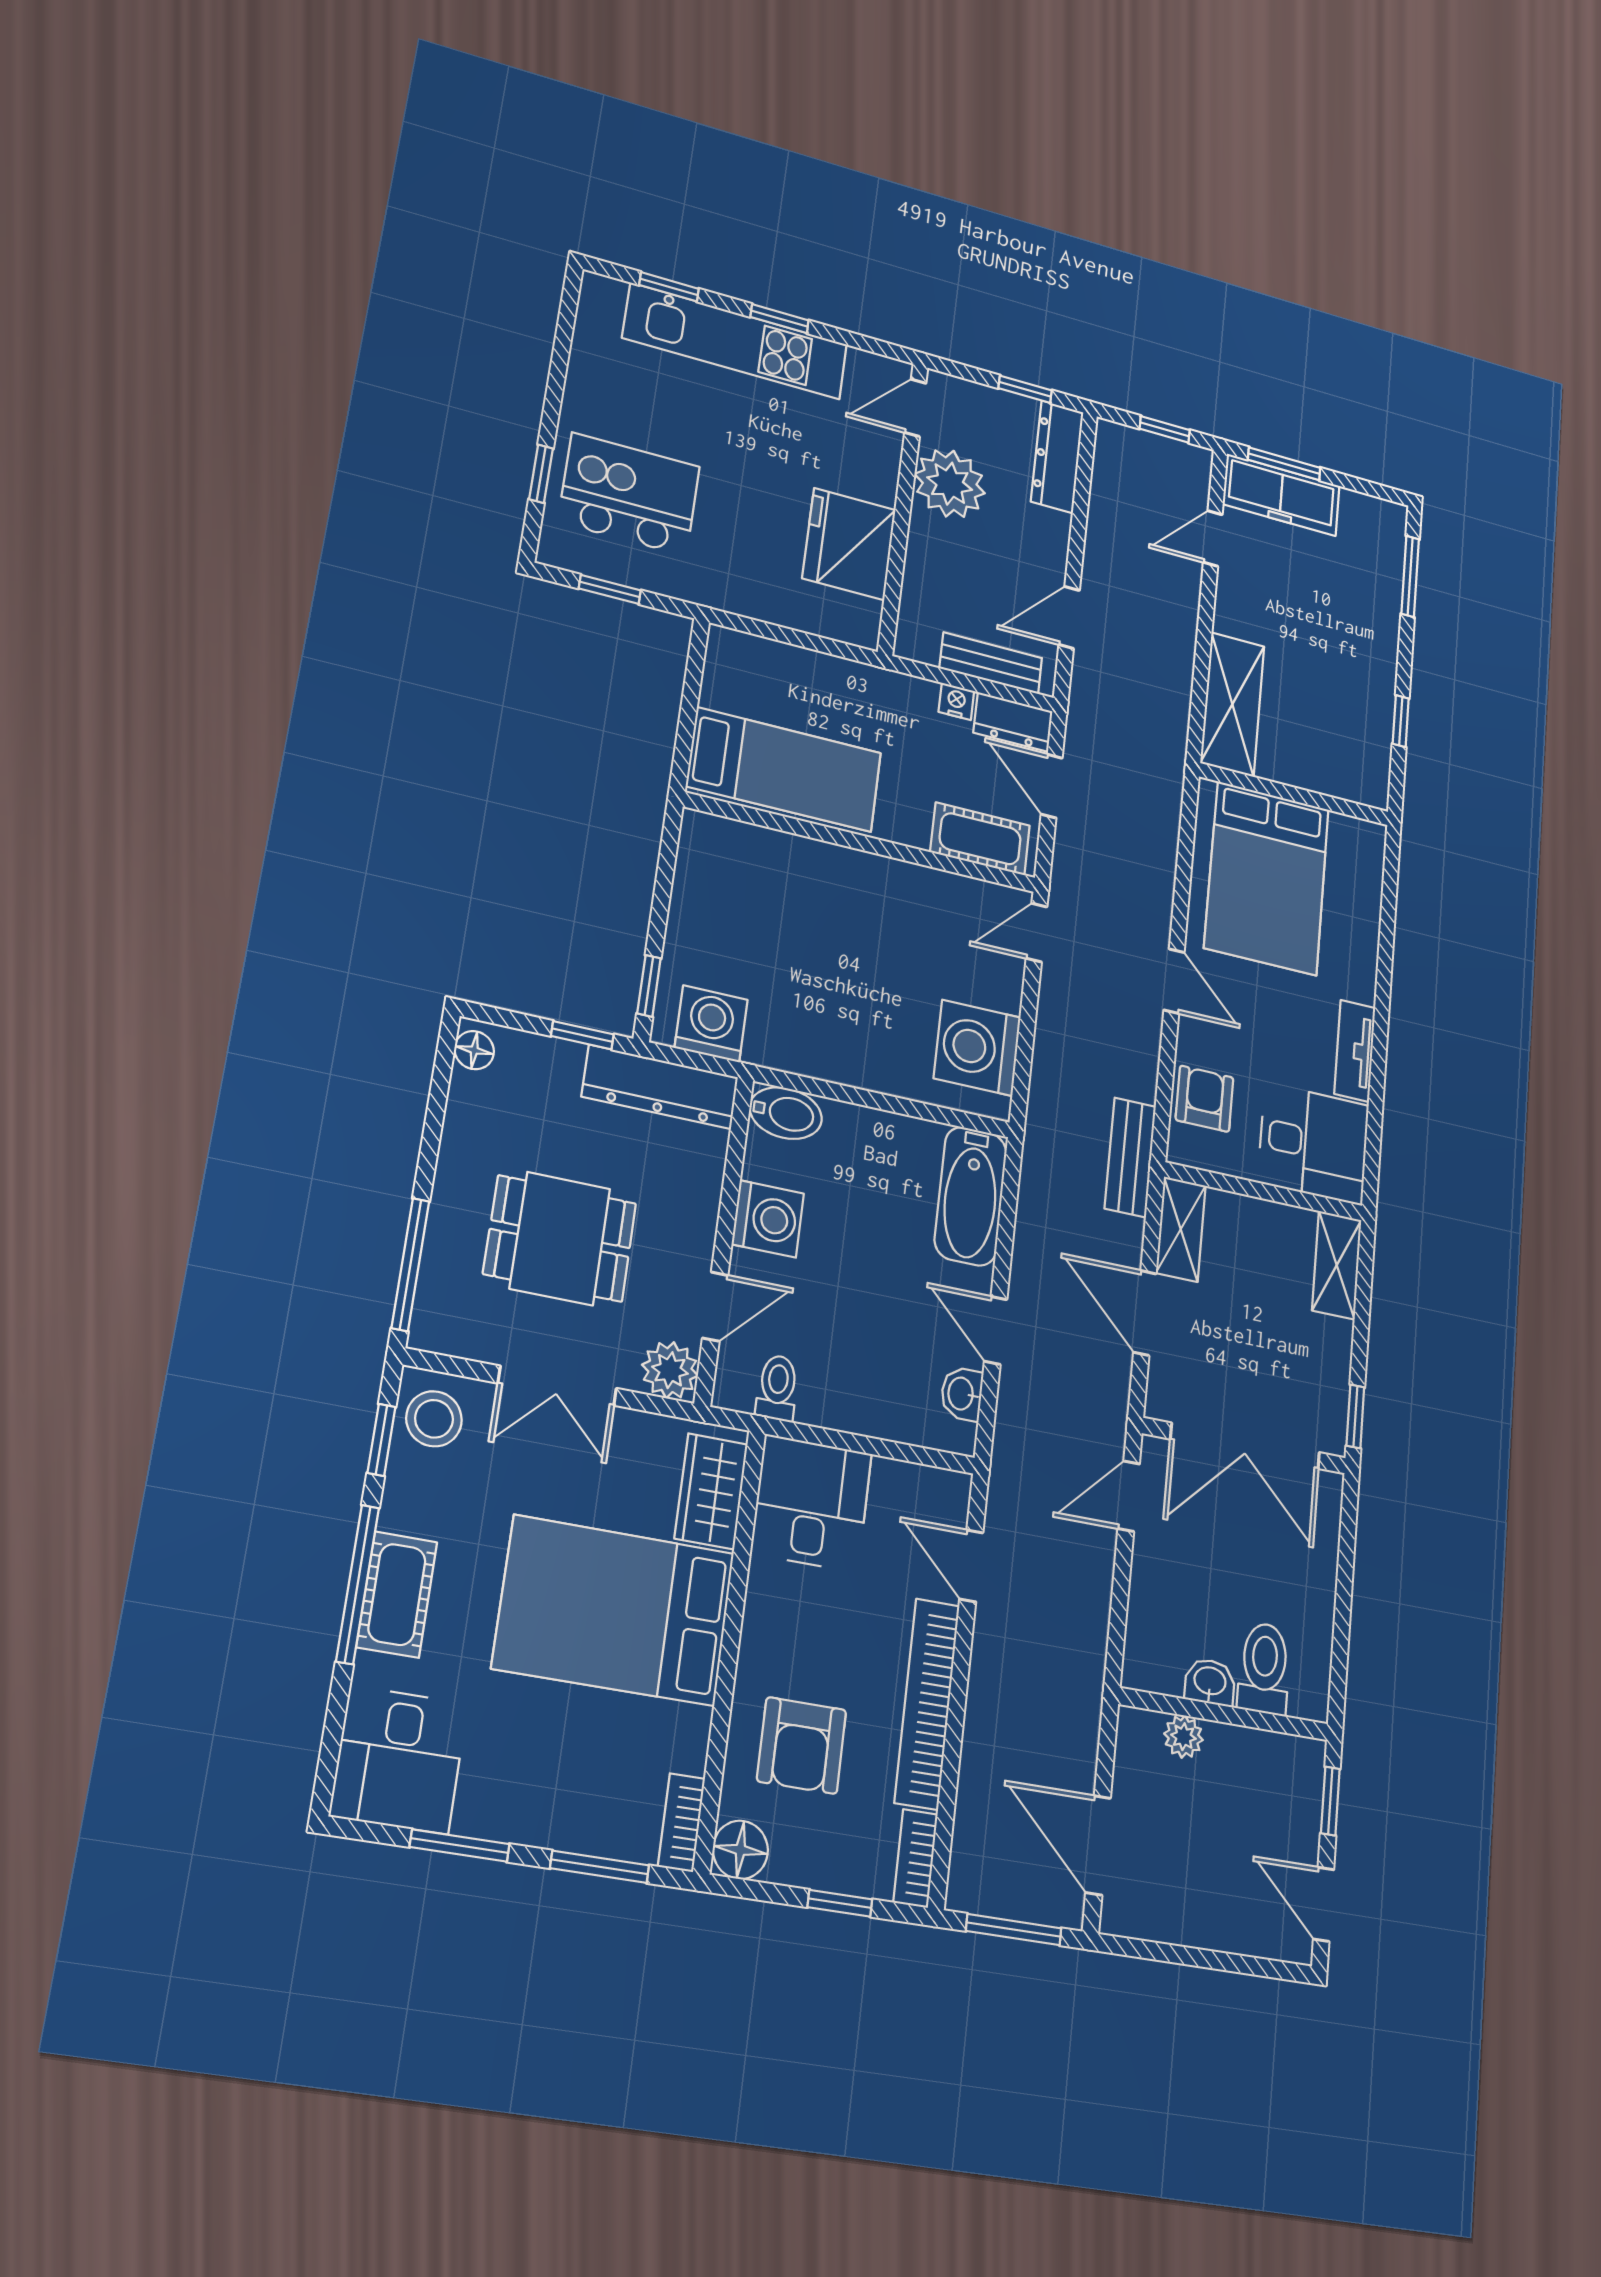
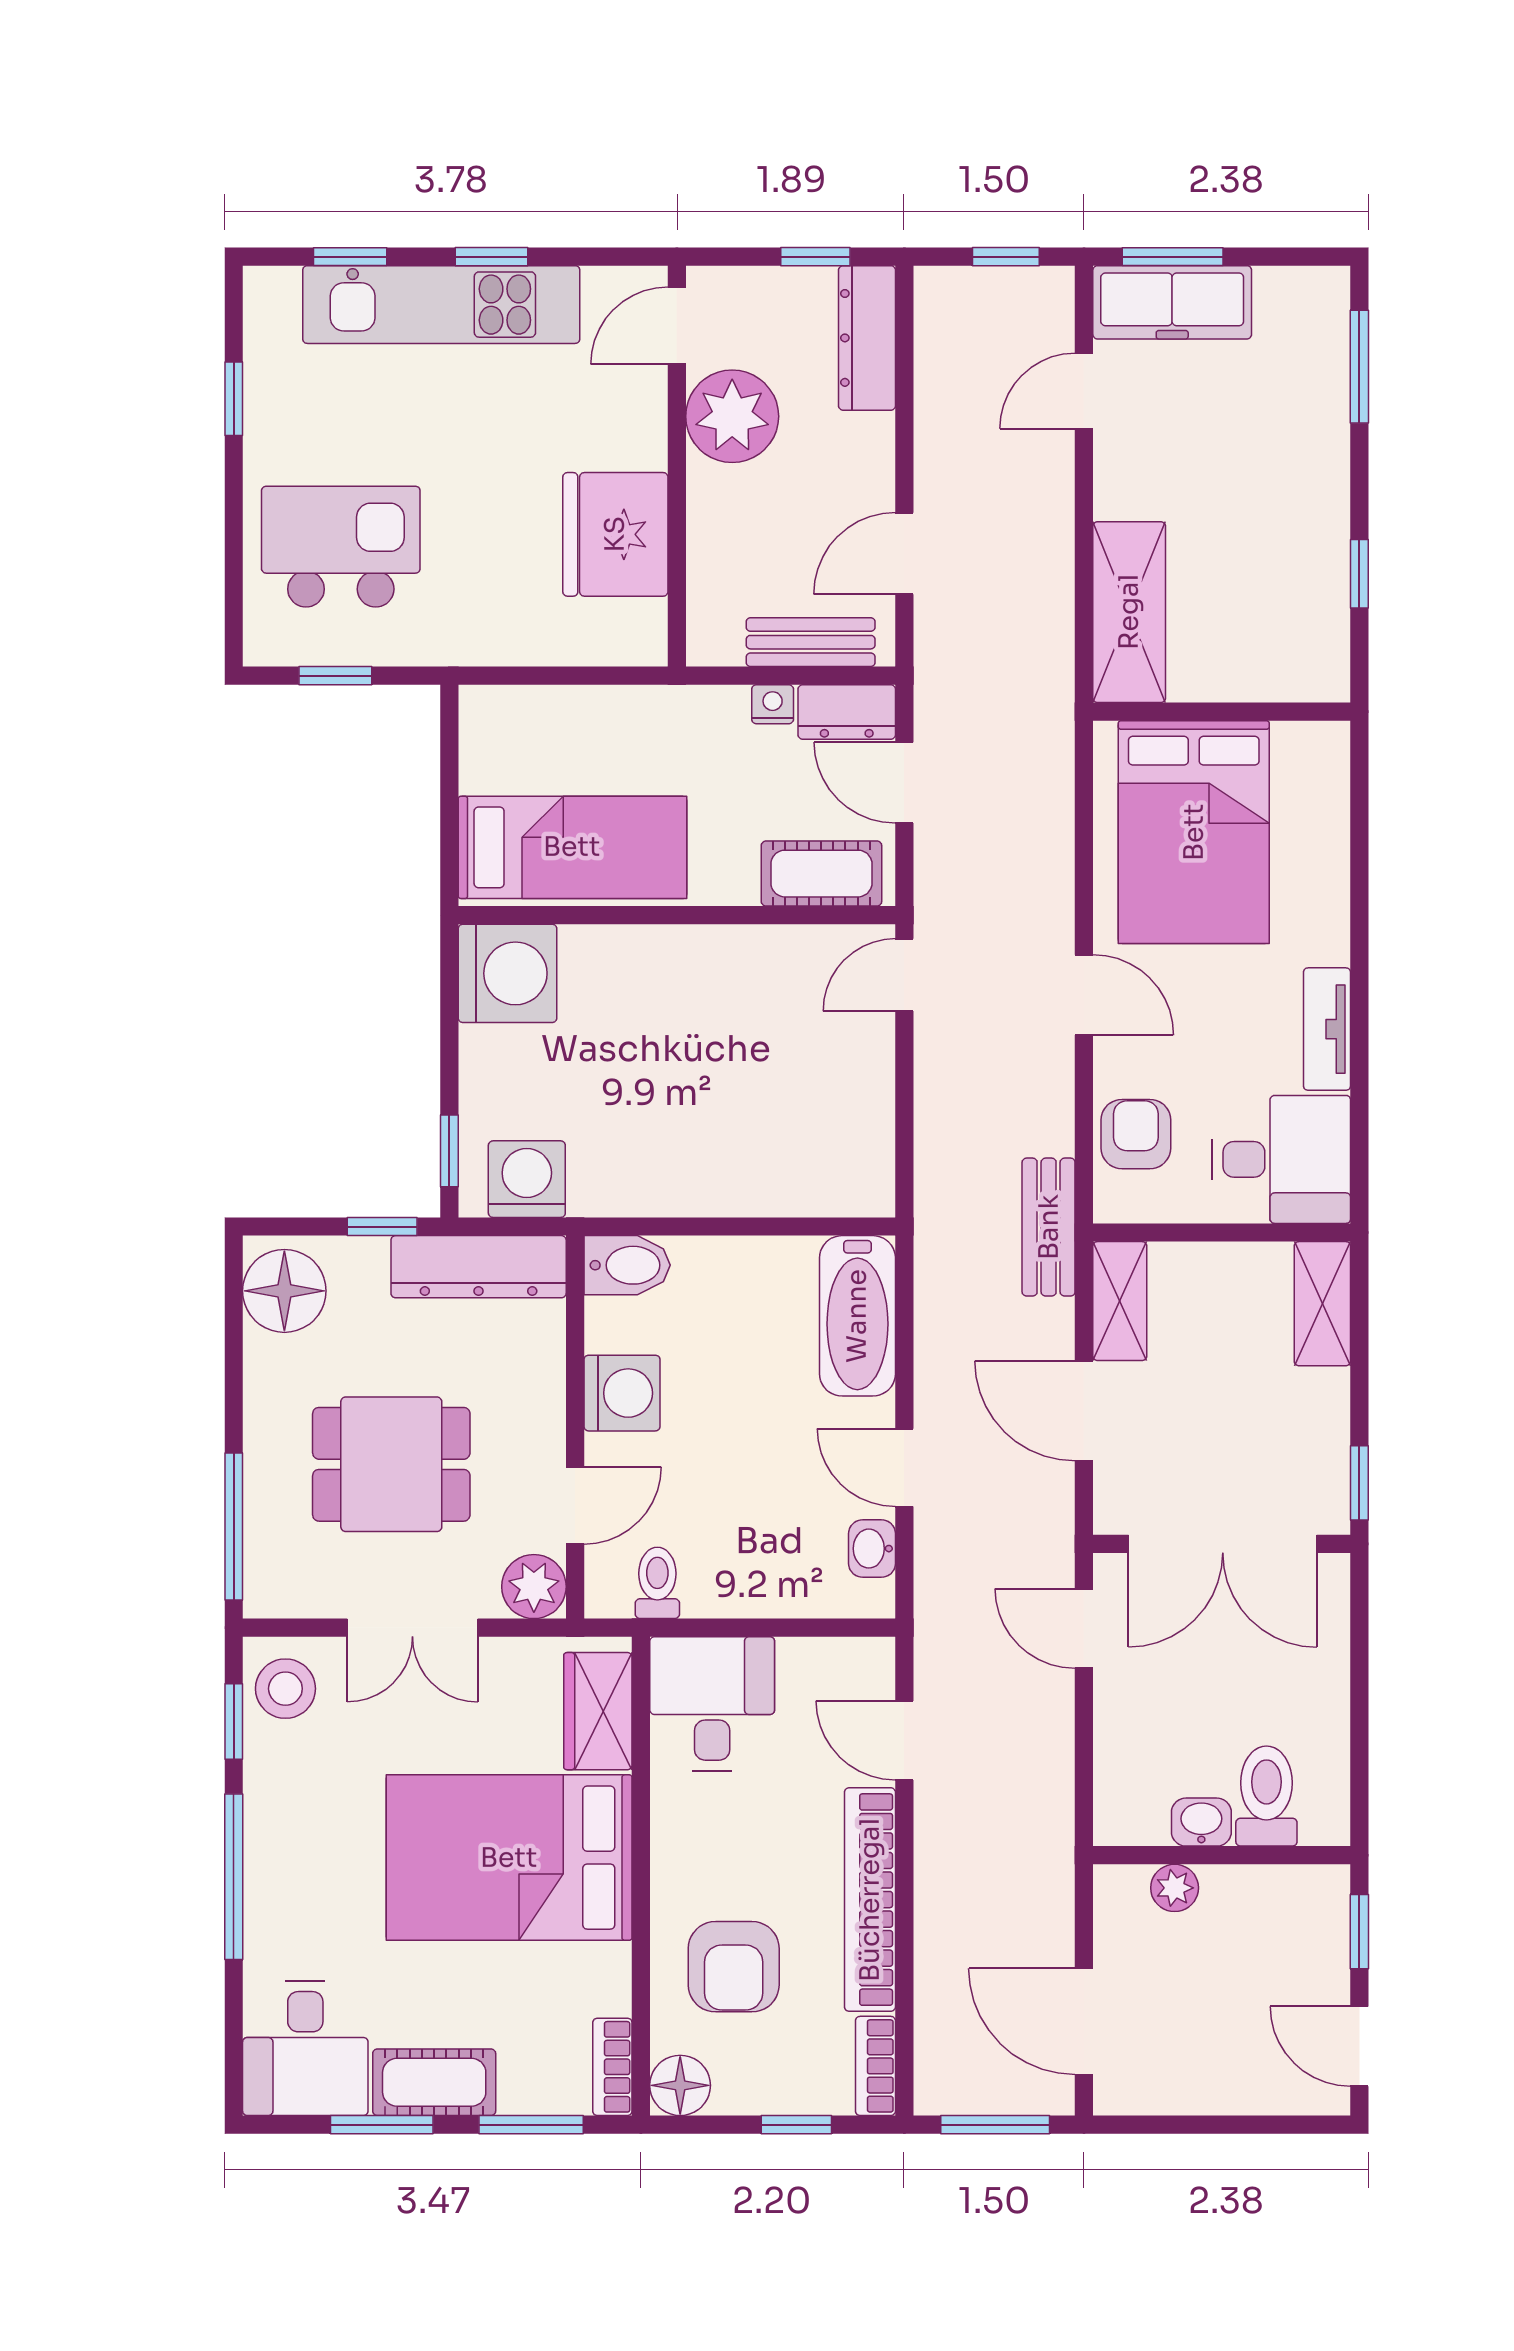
window: (541, 474) -> (234, 399), moved
washing machine: (977, 1048) -> (508, 973), moved, turned 180
floor lamp: (474, 1050) -> (284, 1291), width x1.89, depth x1.89
door: (1129, 1496) -> (1084, 1628), hinge flipped
cot: (397, 1594) -> (434, 2082), moved, turned 90

